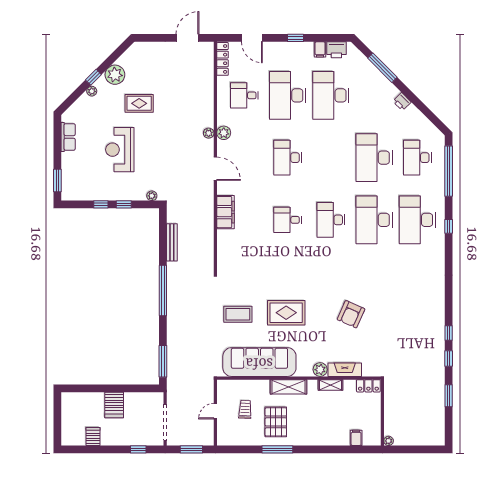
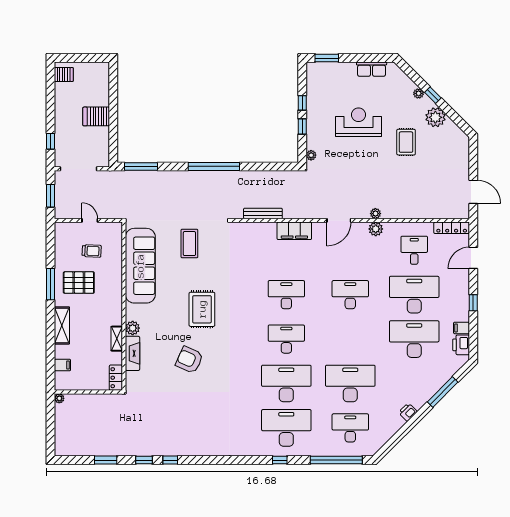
desk: (288, 220) -> (286, 295), width x1.37
bench: (172, 242) -> (263, 213), moved
rug: (286, 313) -> (202, 309), moved
shelving: (288, 387) -> (62, 325), moved
server rack: (93, 436) -> (64, 75), moved

